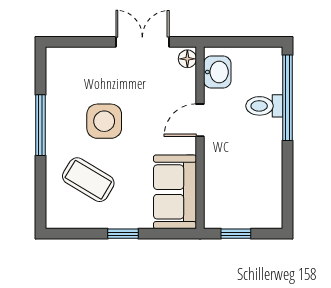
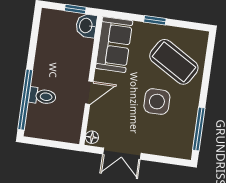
washbasin: (217, 72) -> (86, 26), moved
window: (40, 125) -> (199, 129), moved
coffee table: (88, 180) -> (174, 62), width x1.36, depth x1.32

